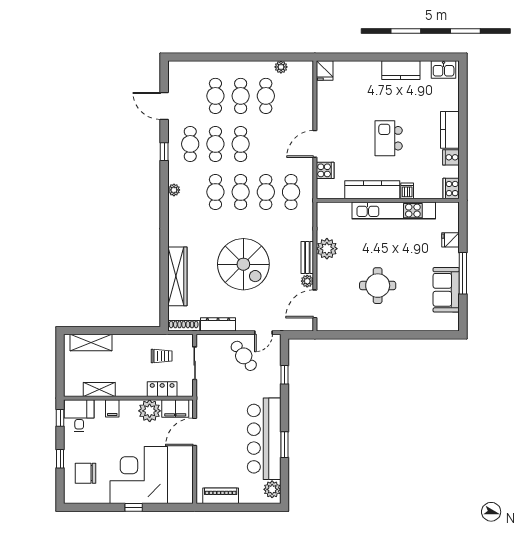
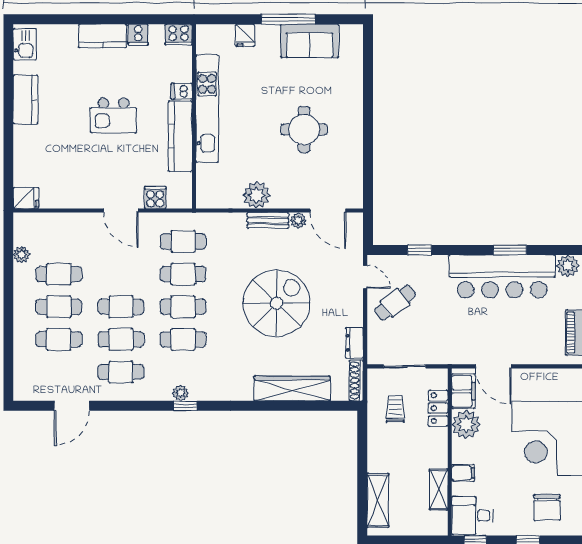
window: (164, 152) -> (185, 406), moved
dresser: (218, 324) -> (354, 343), width x0.70

